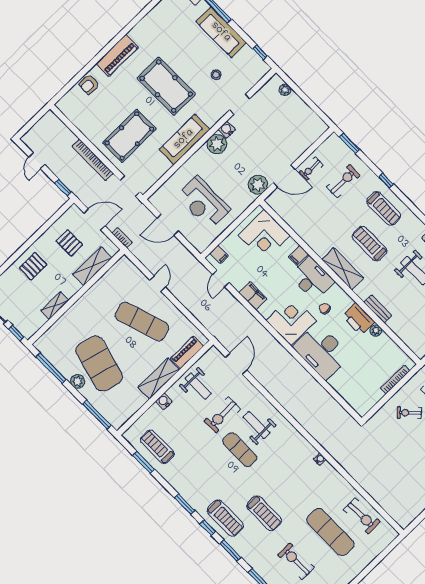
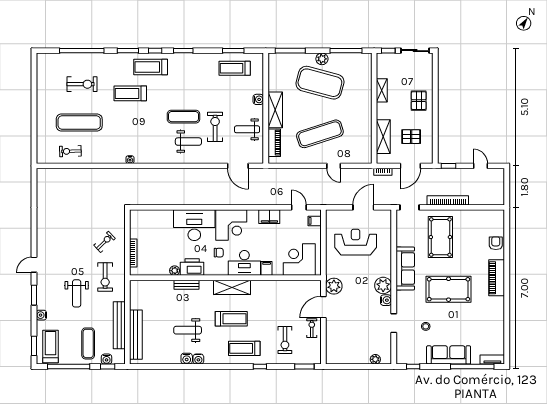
treadmill: (157, 447) -> (235, 68), turned 180
exercise bike: (362, 516) -> (70, 151), width x0.73, depth x0.72

